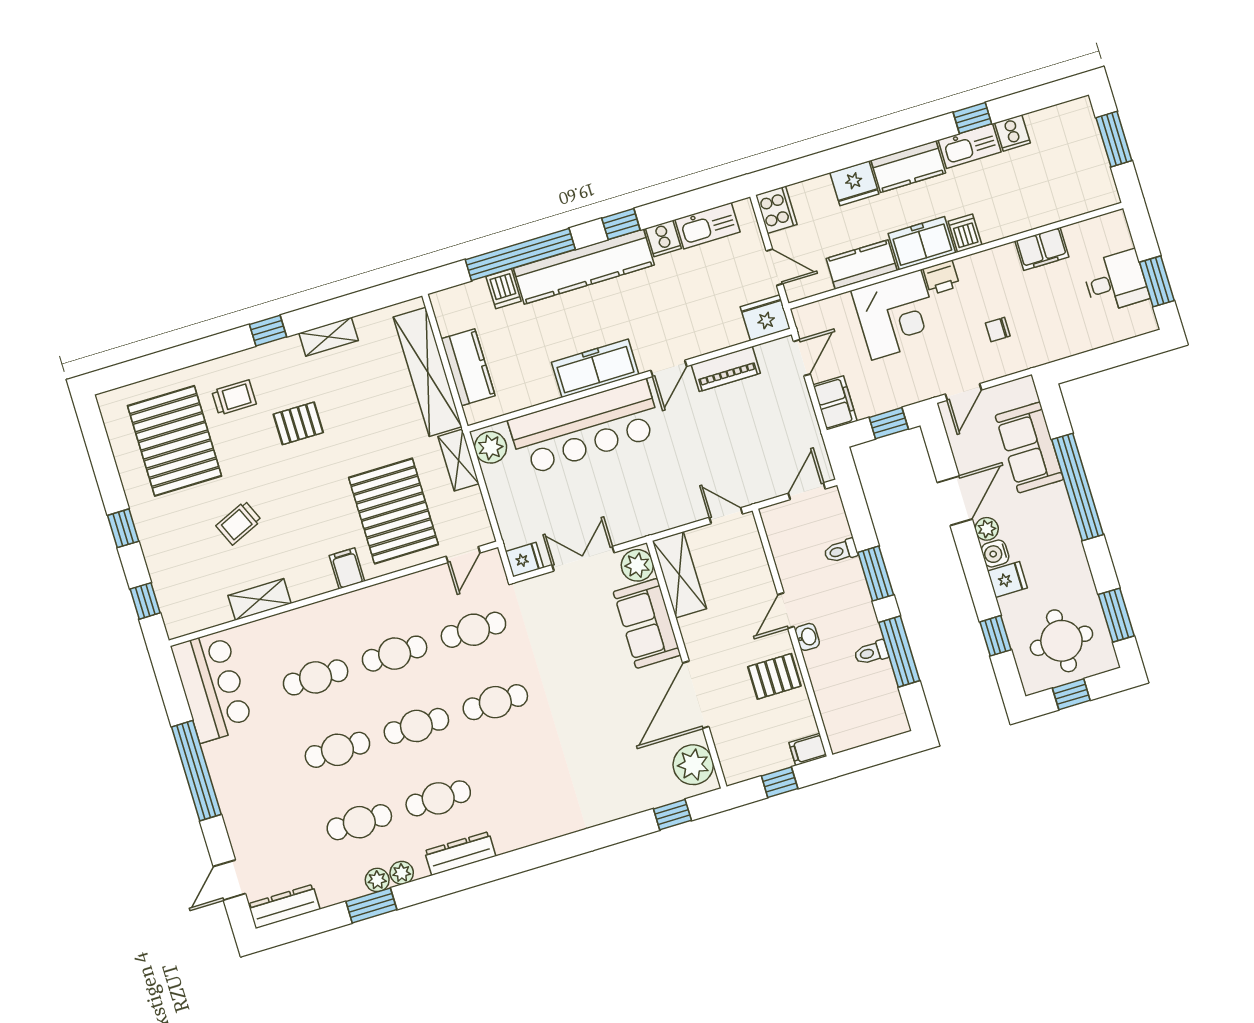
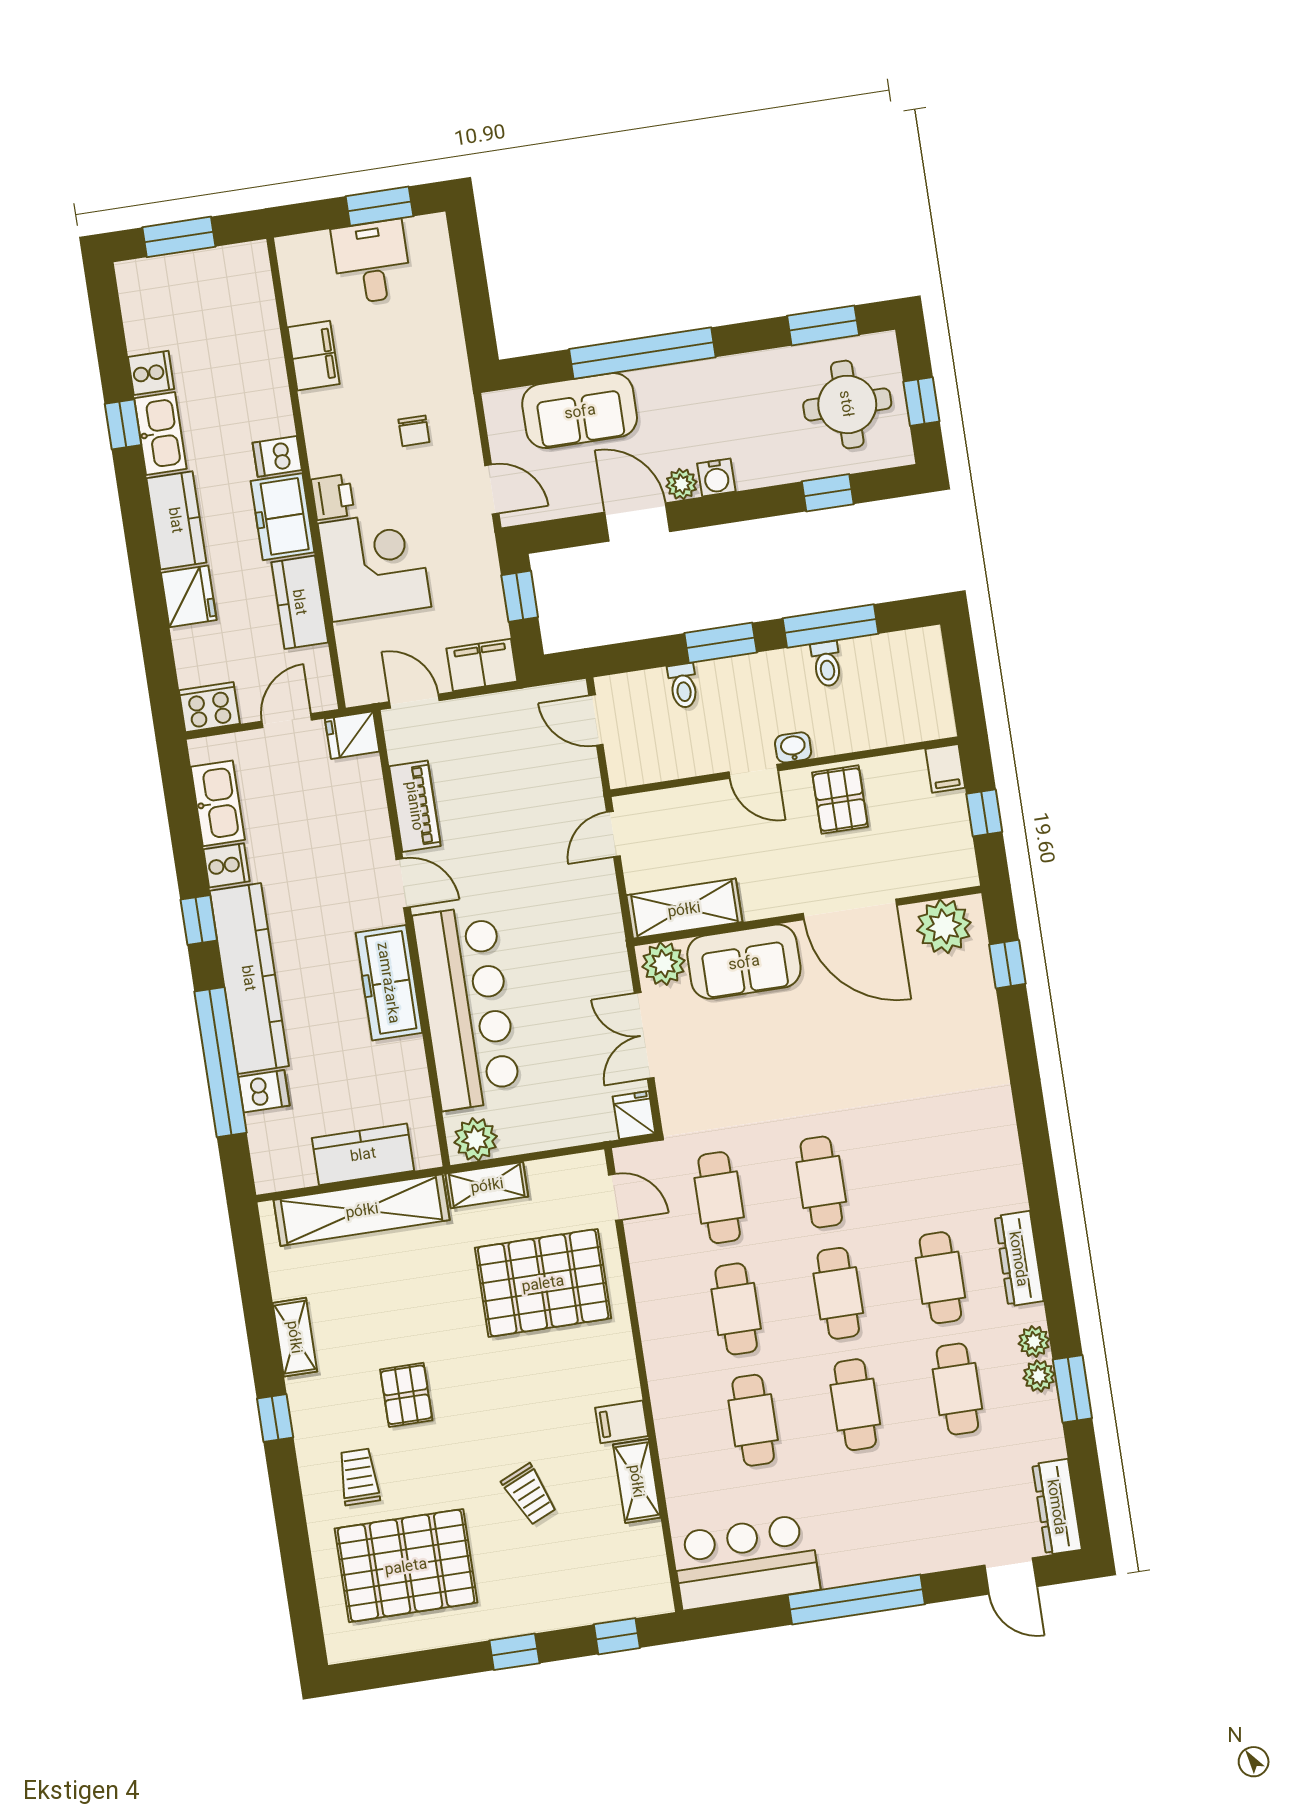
fridge: (765, 318) -> (352, 735), width x0.72
filing cabinet: (347, 568) -> (622, 1422), moved
fridge: (1007, 580) -> (754, 466), removed

